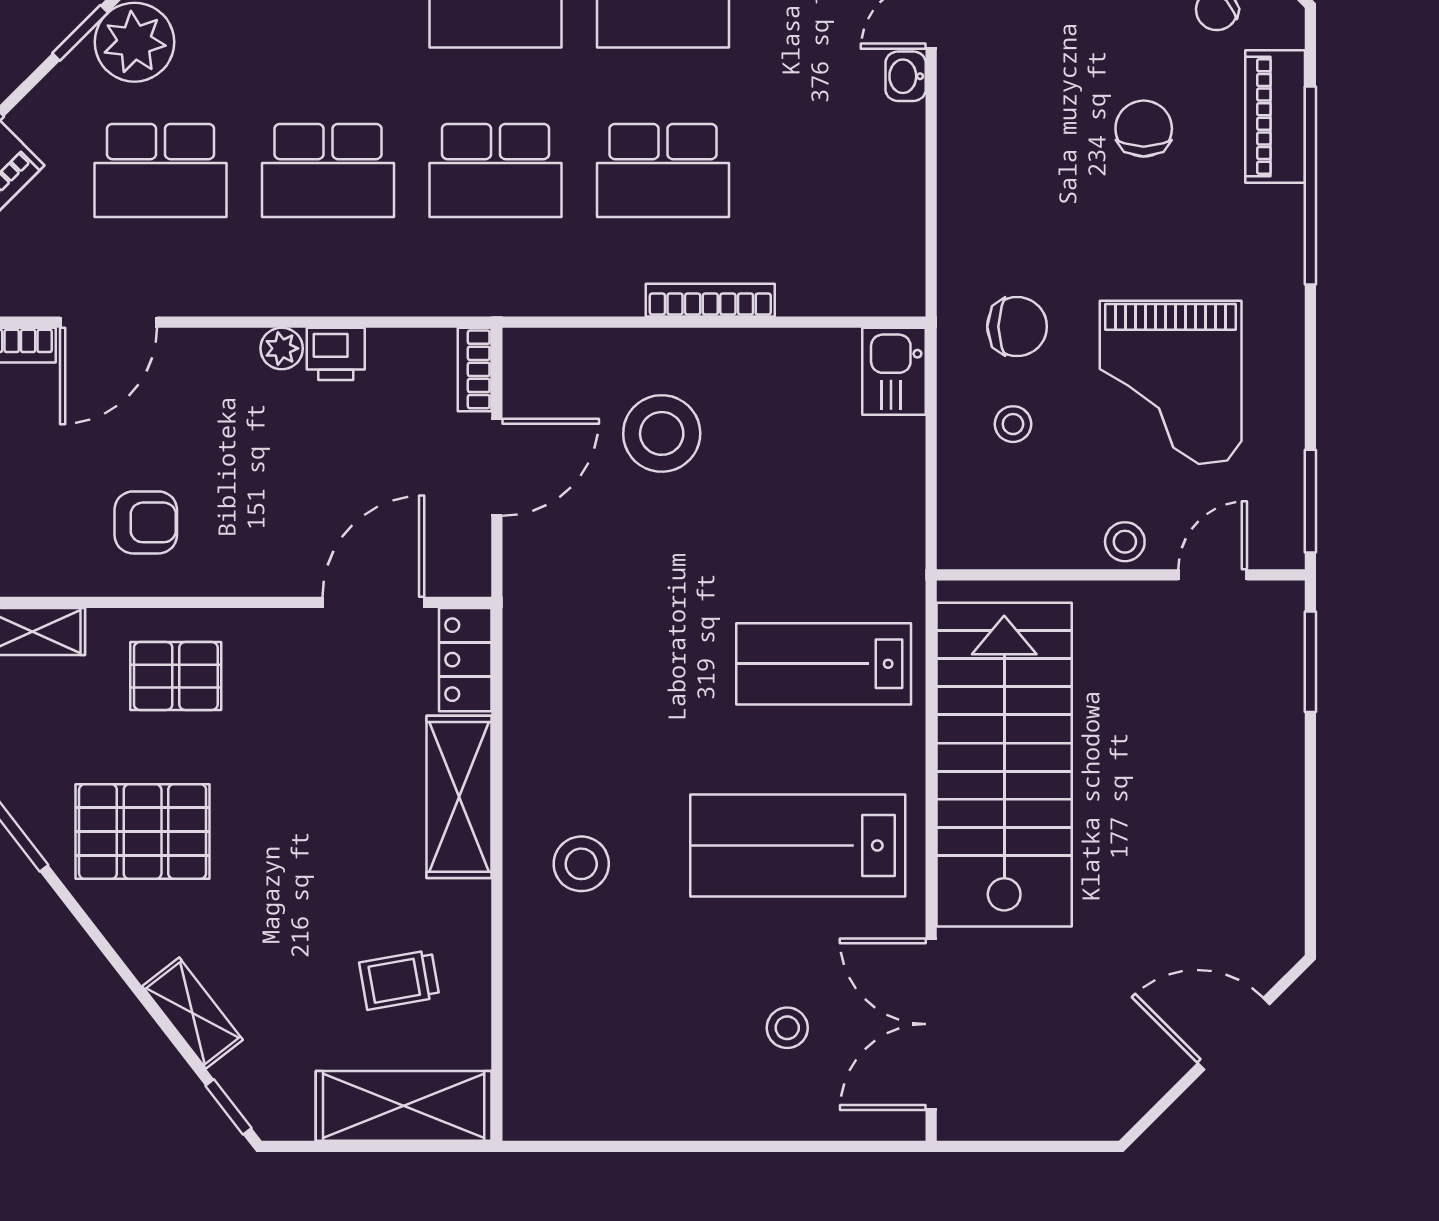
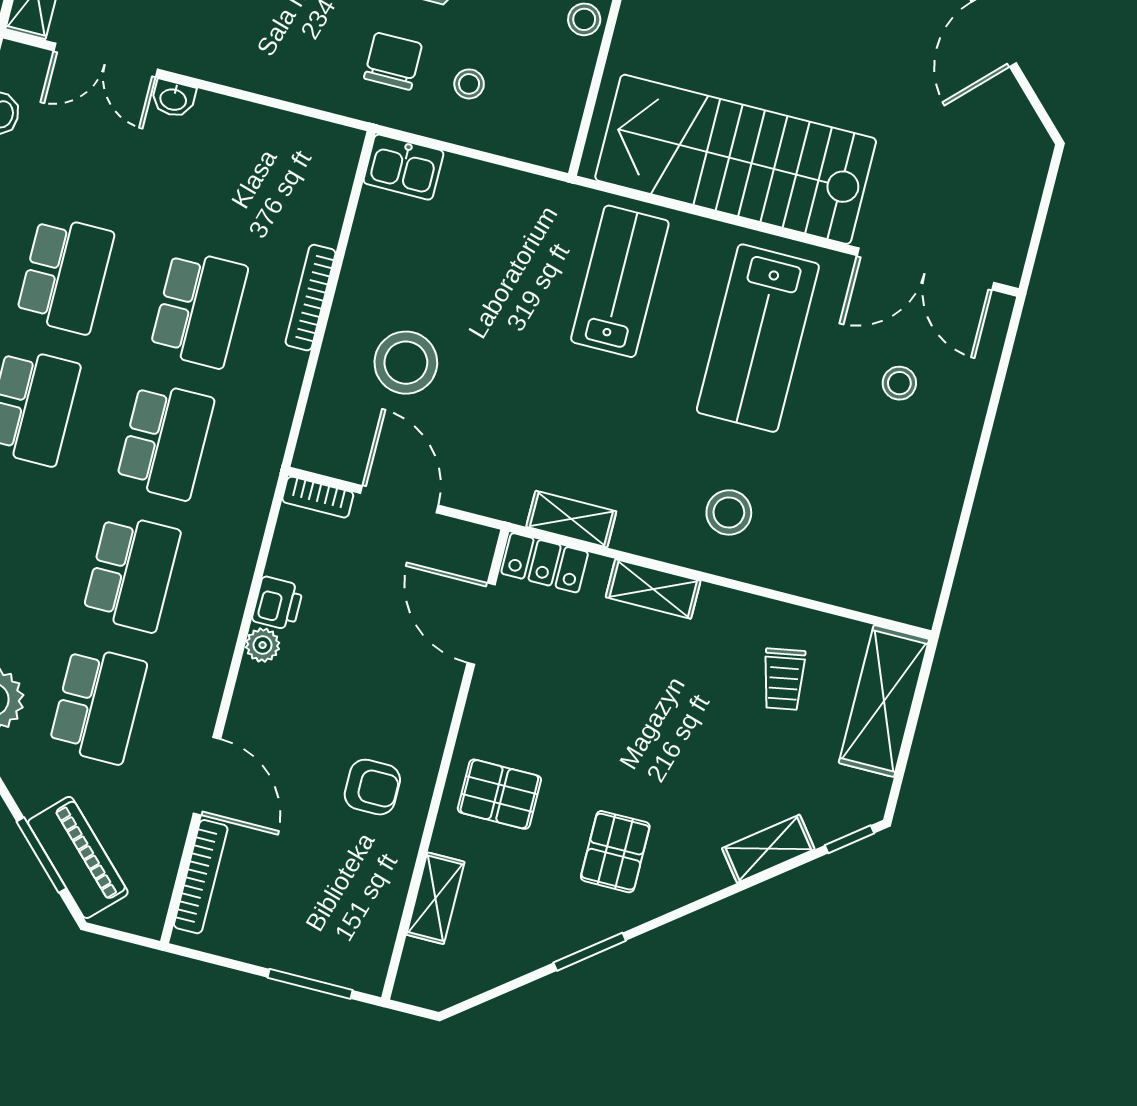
armchair: (146, 522) -> (372, 787), turned 90
lab bench: (824, 664) -> (620, 281), turned 180
pallet: (176, 676) -> (499, 794), turned 90
shelving: (526, 678) -> (571, 519), added
shelving: (459, 797) -> (653, 589), width x0.67, depth x0.75
pallet: (143, 832) -> (615, 852), width x0.67, depth x0.71

